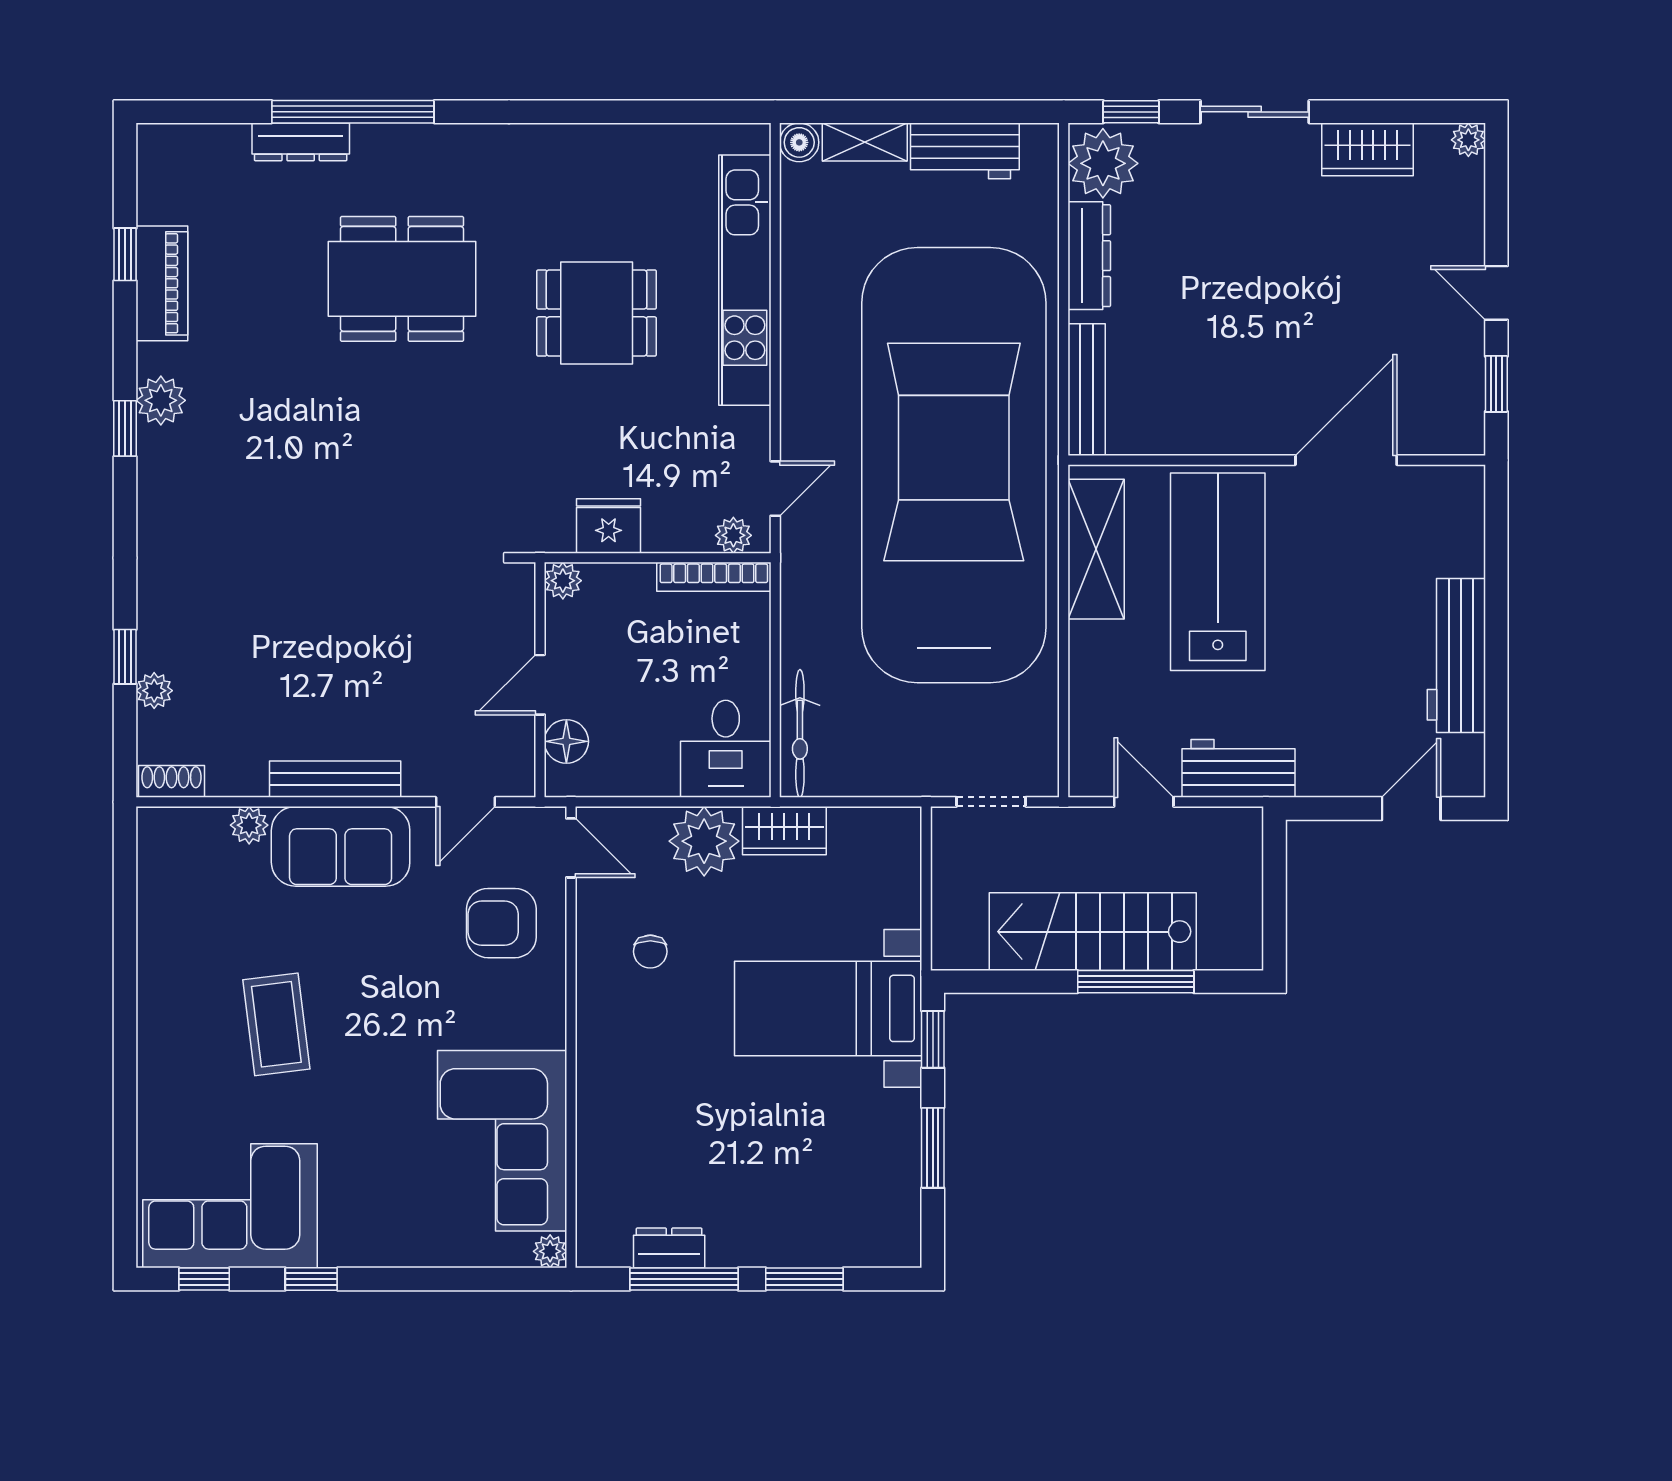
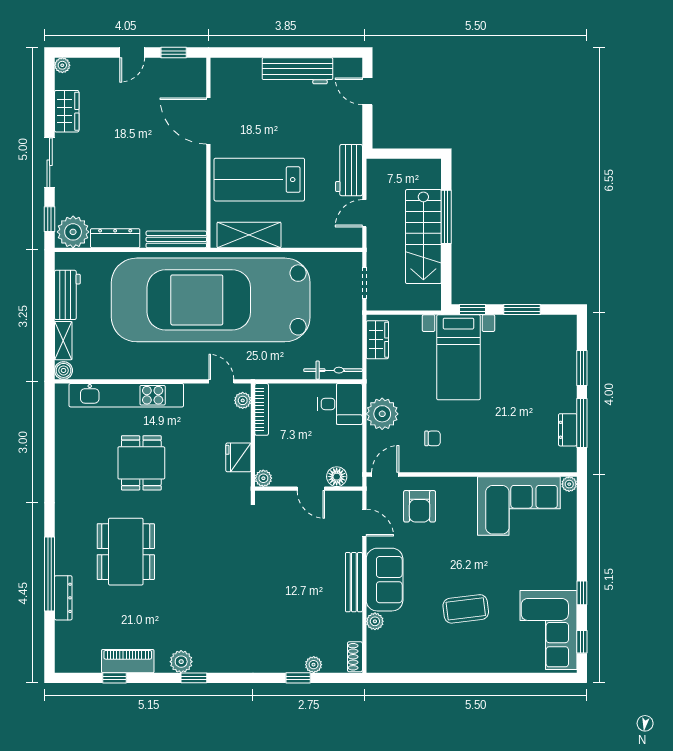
wardrobe: (784, 831) -> (377, 340), moved

